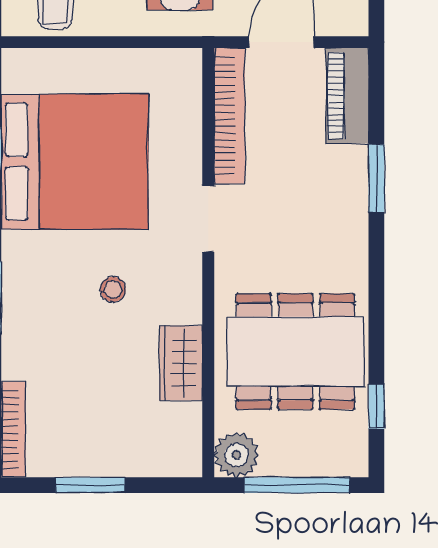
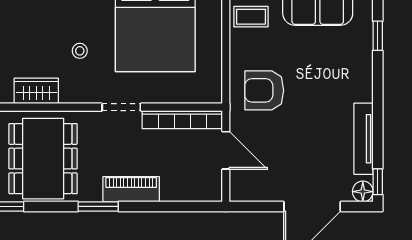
piano: (347, 96) -> (131, 189), moved
window: (376, 178) -> (98, 206), moved

